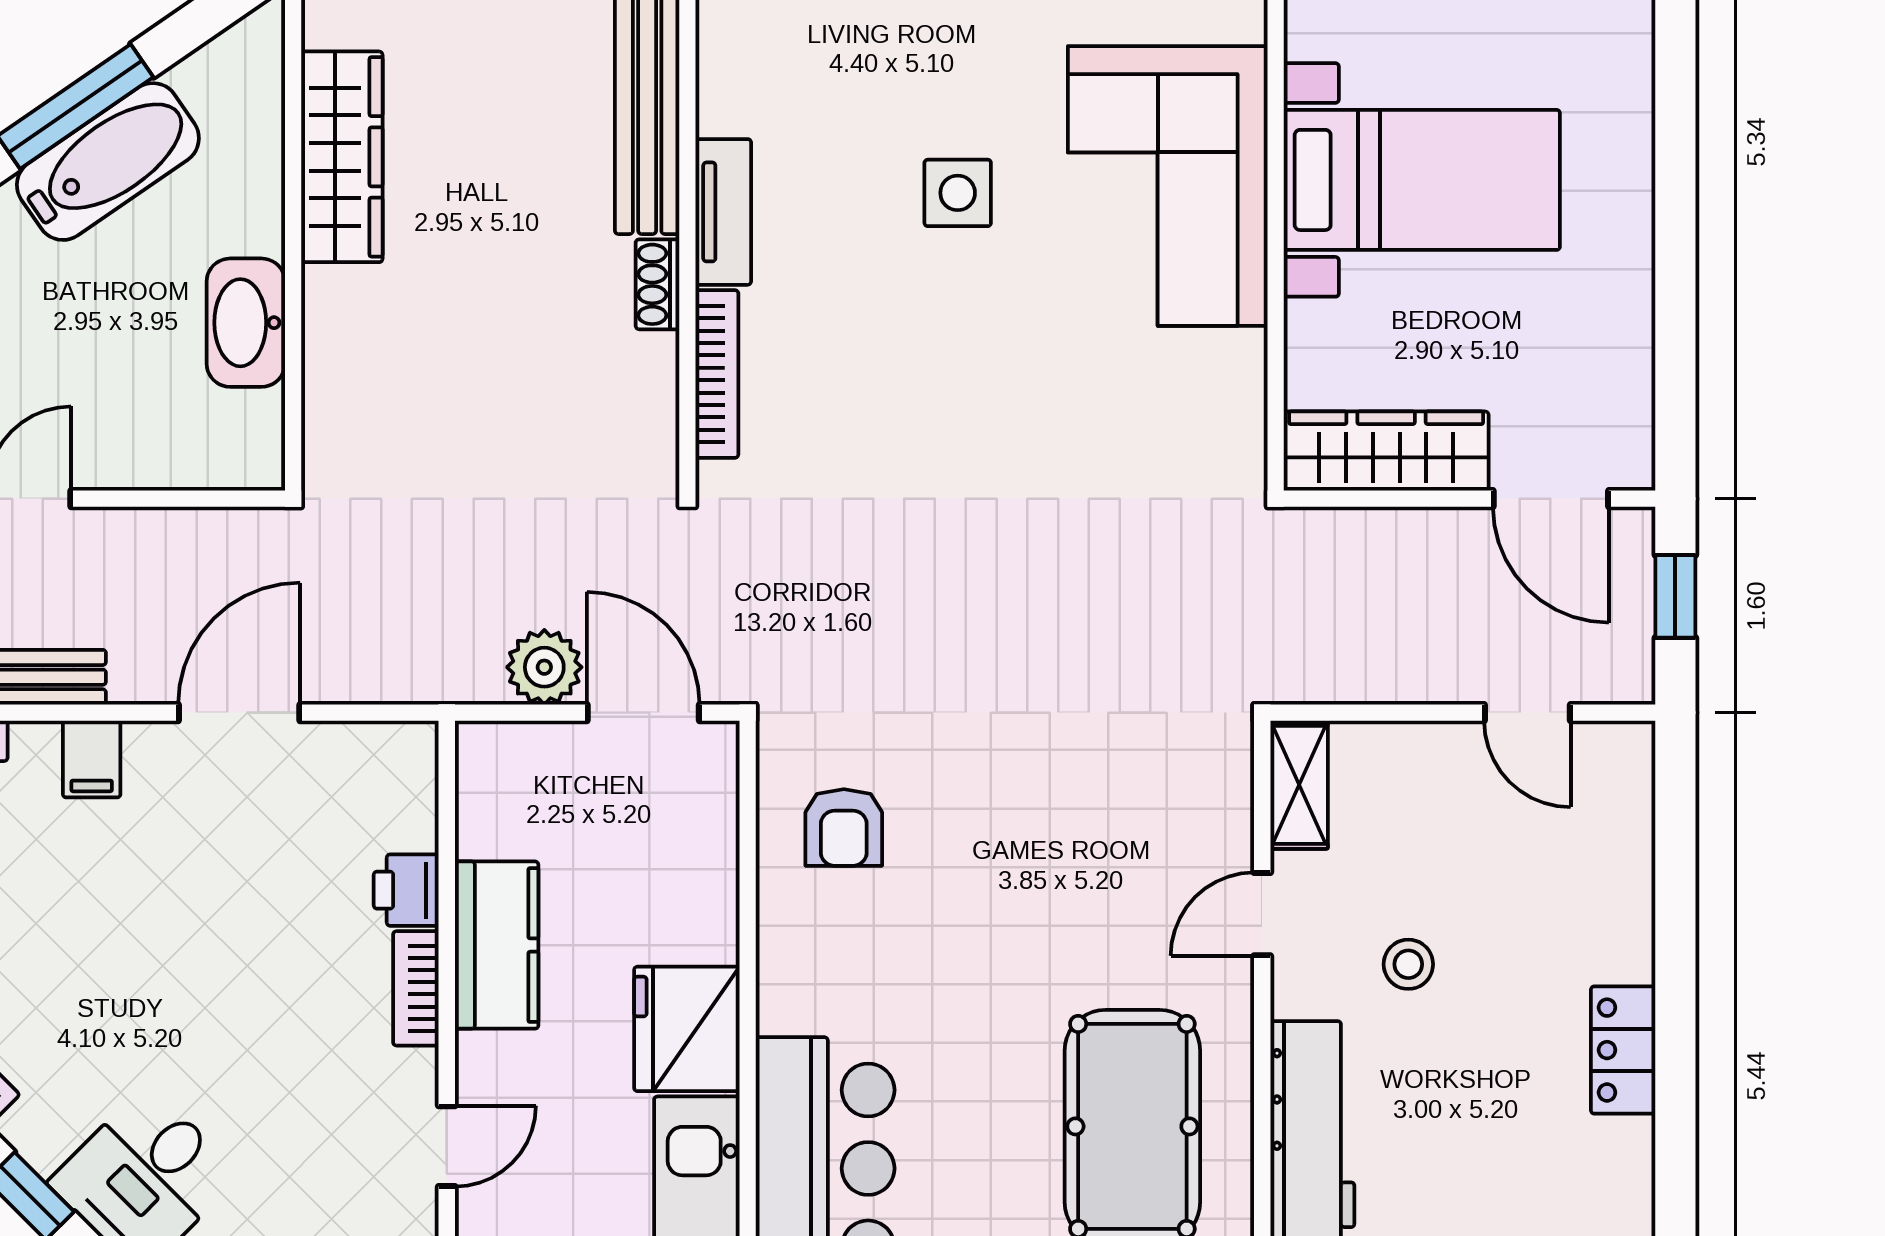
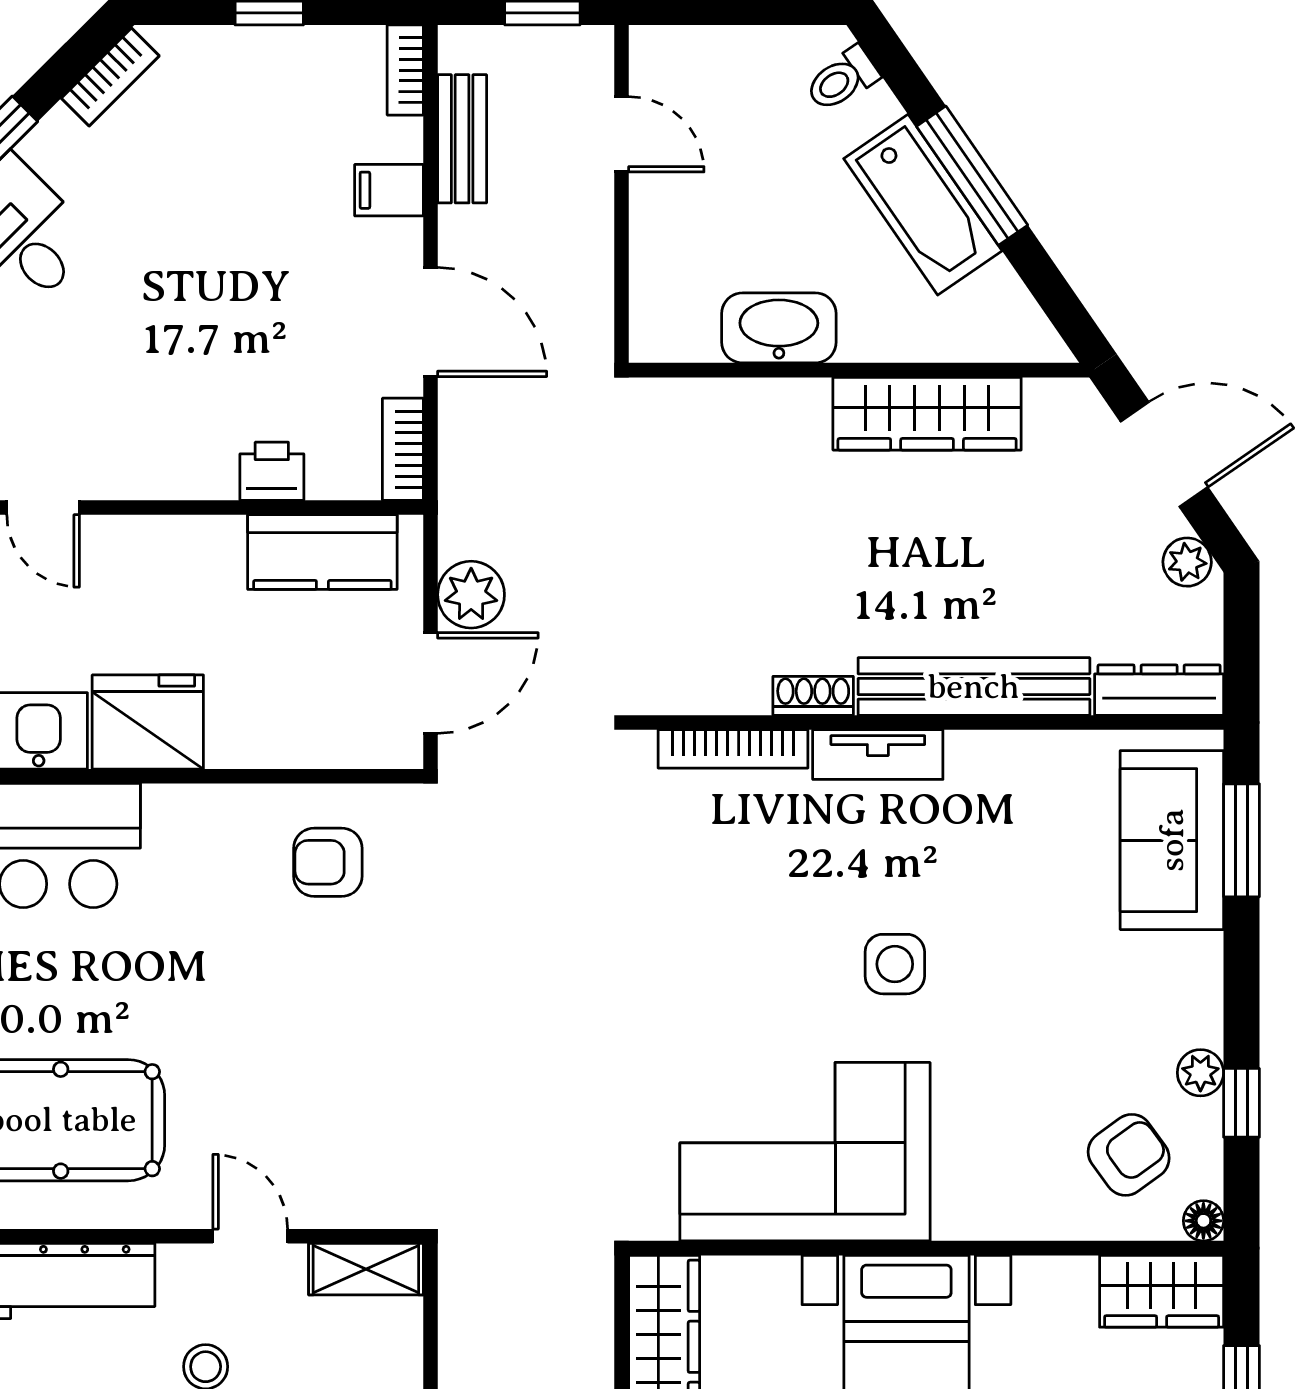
corner sofa: (1168, 186) -> (805, 1152), moved
kitchen counter: (497, 945) -> (322, 552), moved
bookcase: (416, 988) -> (403, 449), moved, turned -90

